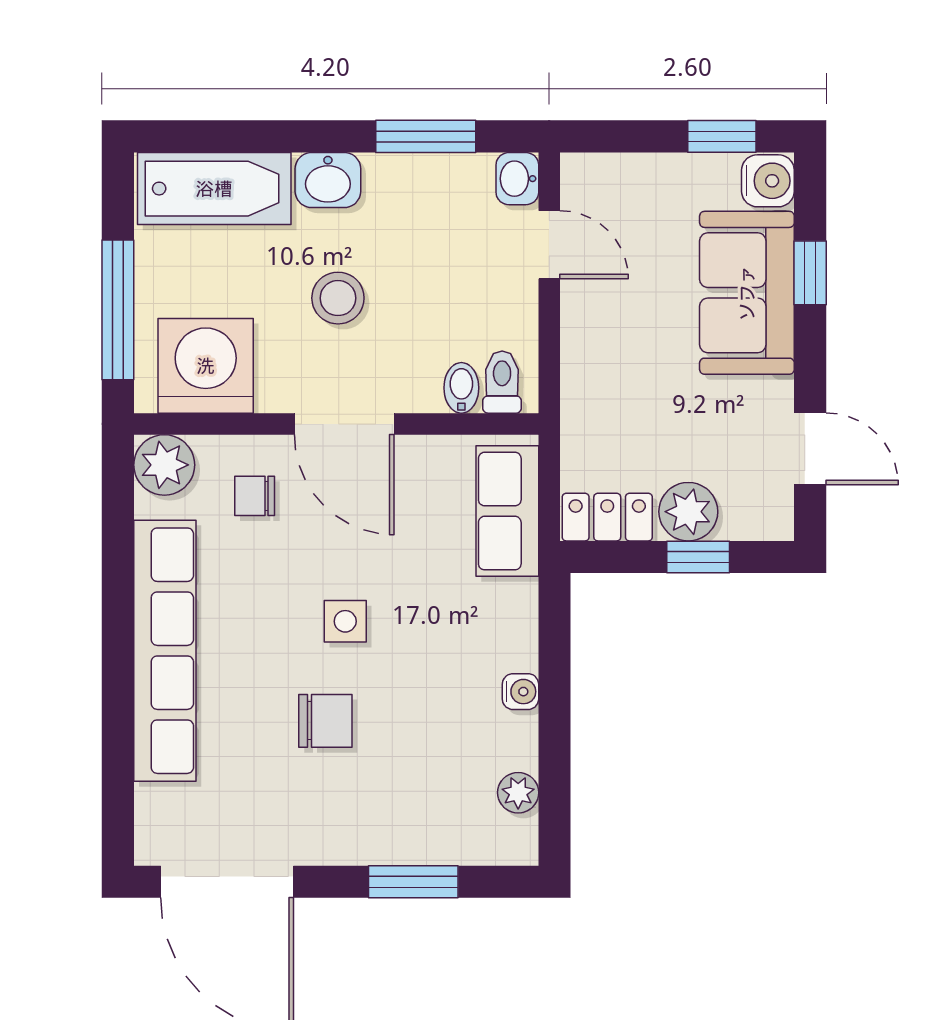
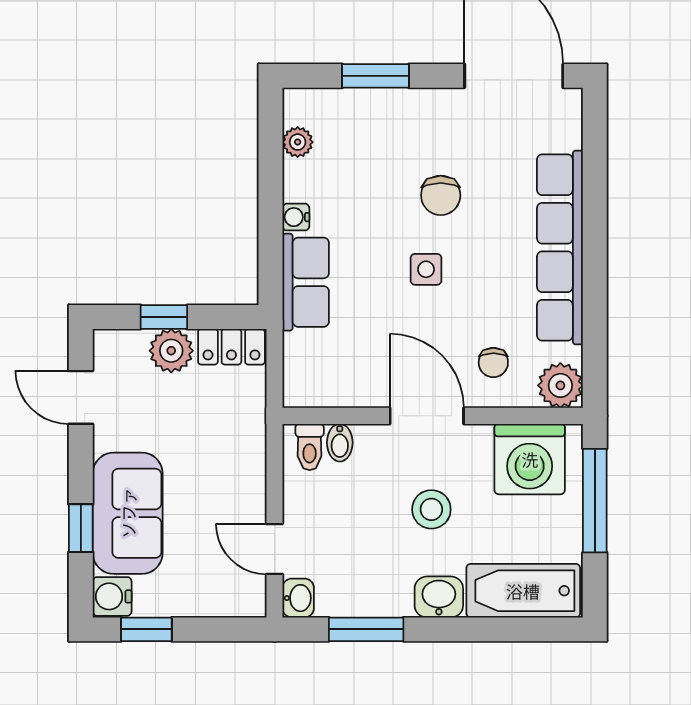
chair: (255, 496) -> (493, 362), turned 90
row of seats: (507, 511) -> (306, 282), moved
chair: (325, 721) -> (441, 195), turned -90

